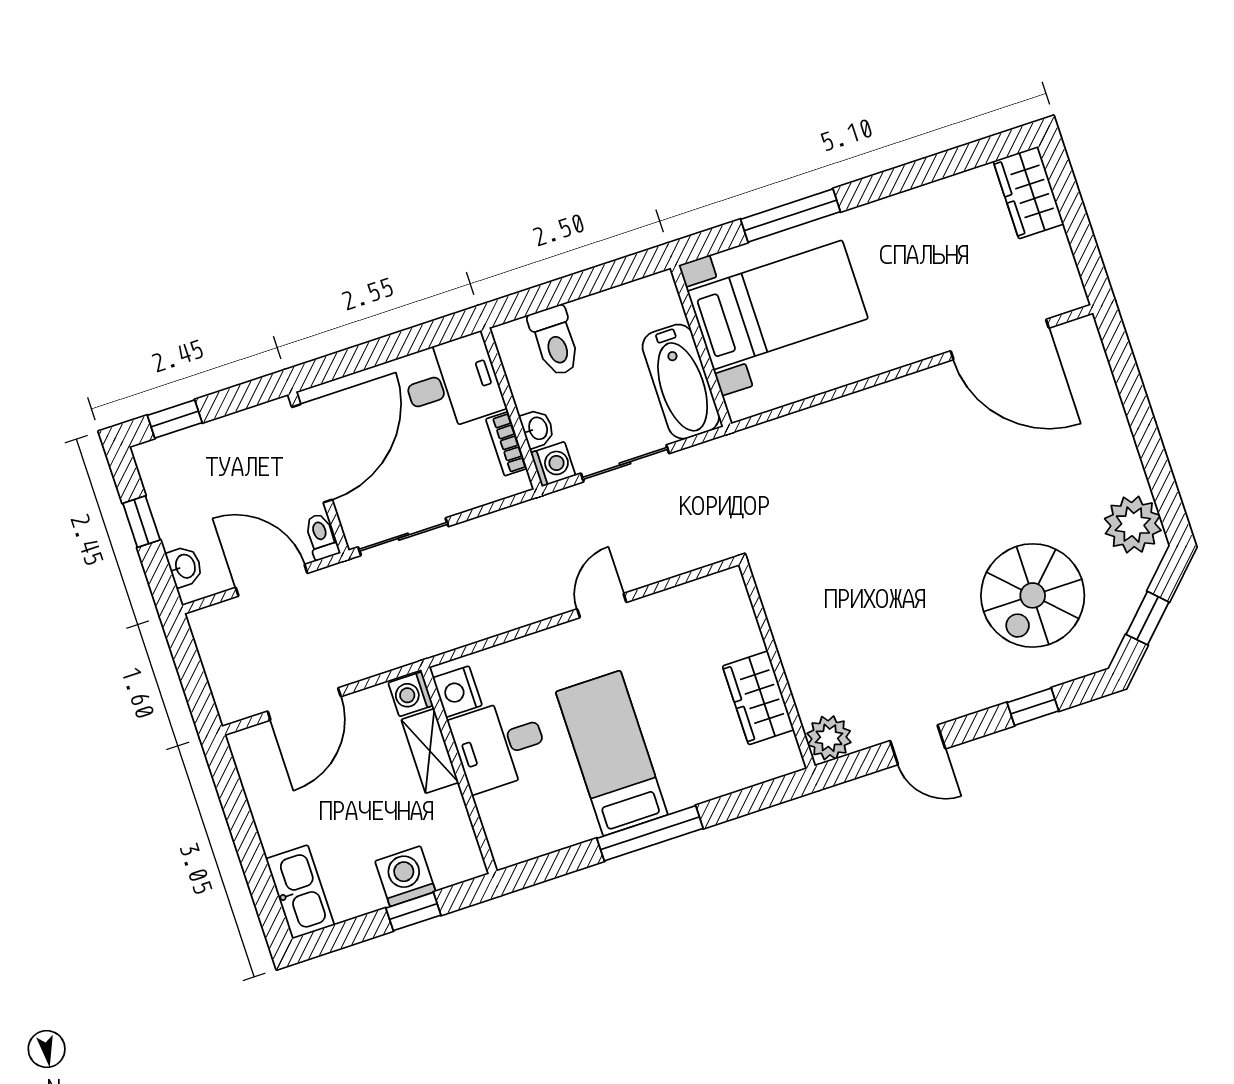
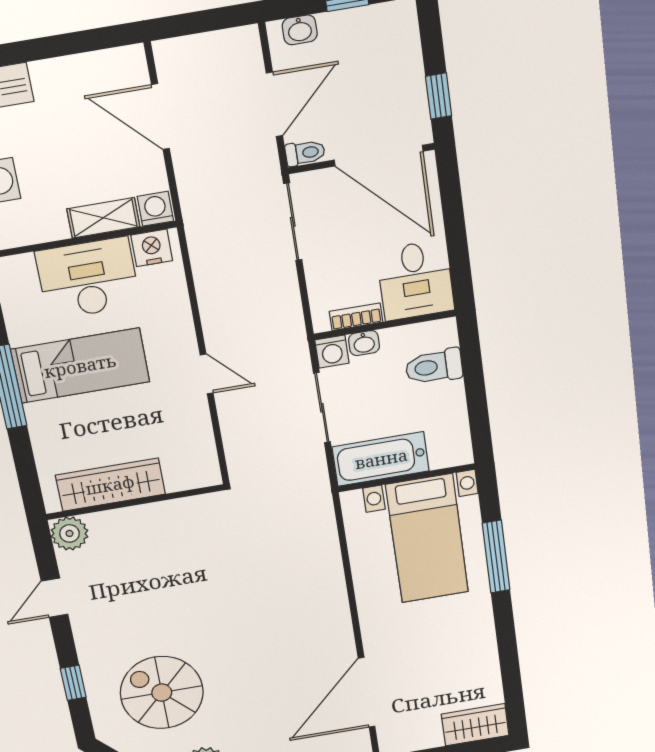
window: (175, 419) -> (439, 96), moved
wardrobe: (758, 698) -> (110, 485), width x1.50
desk: (500, 745) -> (88, 278), width x1.37

